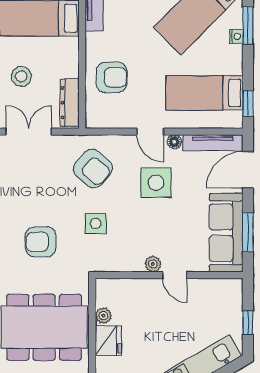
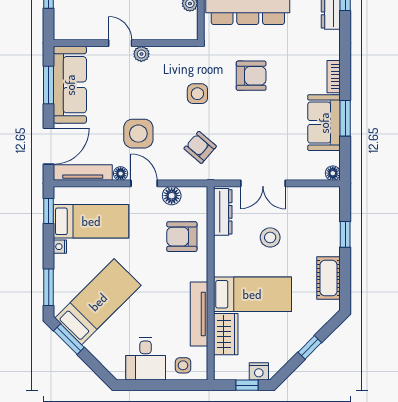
nightstand: (236, 36) -> (60, 247), moved
floor lamp: (122, 119) -> (172, 196), added
armchair: (93, 169) -> (200, 147), width x0.72, depth x0.72

